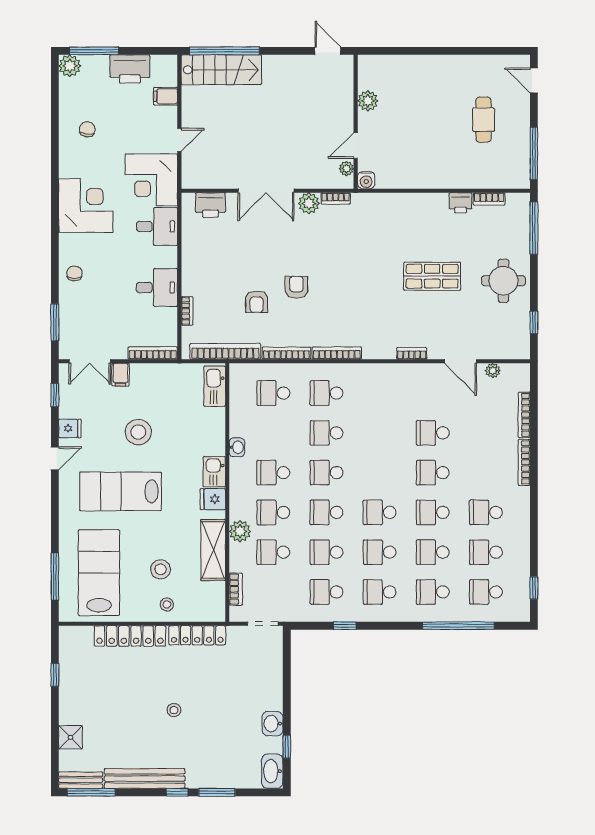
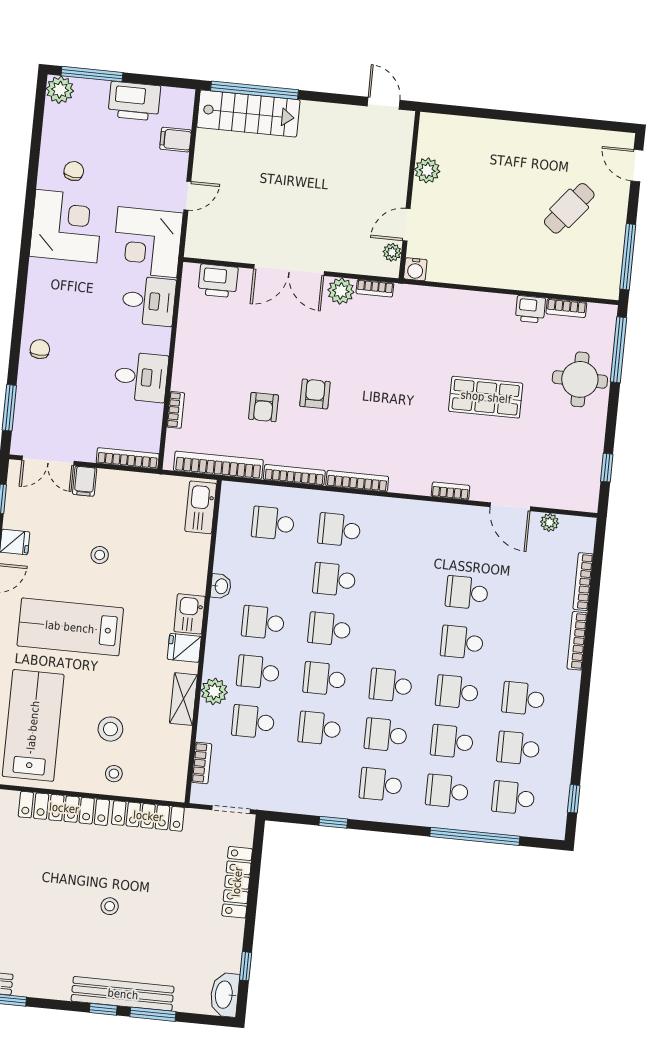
cafe table: (484, 120) -> (569, 208), turned 39
corner desk: (86, 206) -> (66, 226), moved
round table: (503, 281) -> (580, 379), moved
stool: (138, 432) -> (100, 555), width x0.53, depth x0.53
shelving: (213, 550) -> (183, 699), width x0.67, depth x0.75
school desk: (326, 592) -> (315, 778), removed
locker: (273, 681) -> (237, 882), added
washbasin: (272, 724) -> (231, 935), removed
bench: (144, 779) -> (123, 994), moved

